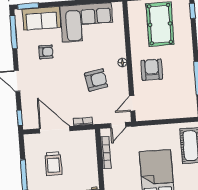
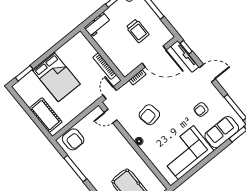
armchair: (152, 70) -> (73, 139), moved
door: (132, 103) -> (110, 116), swing flipped
tv unit: (27, 110) -> (185, 56), added
trolley: (53, 164) -> (138, 31), turned 180

